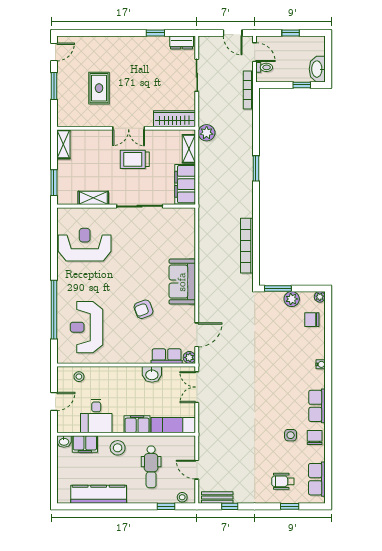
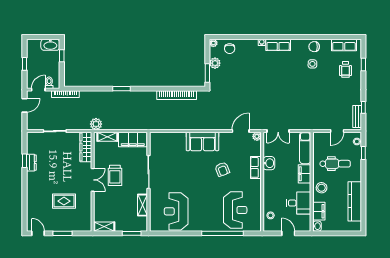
dresser: (182, 43) -> (31, 163), moved
reception desk: (86, 327) -> (235, 210), turned -90
door: (197, 335) -> (241, 131), hinge flipped
row of seats: (167, 356) -> (256, 167), moved
row of seats: (317, 406) -> (278, 45), moved

